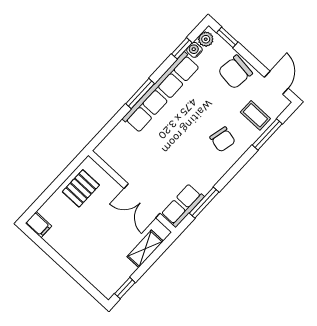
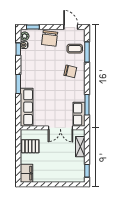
row of seats: (161, 92) -> (27, 107), moved, width x0.73
pallet: (81, 188) -> (30, 146), turned 90
filing cabinet: (38, 225) -> (26, 173), width x2.00

